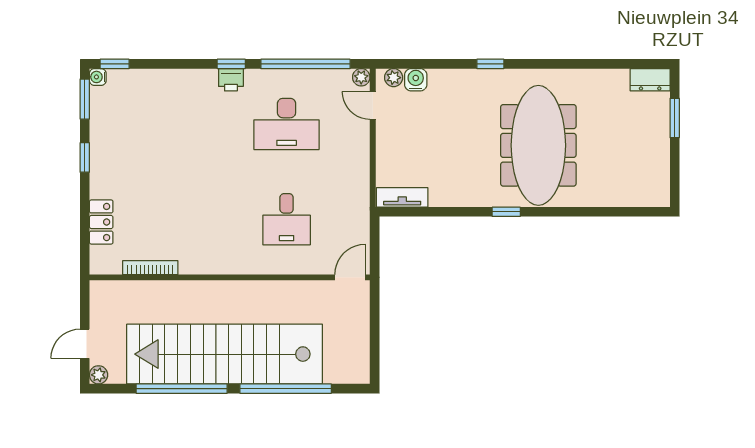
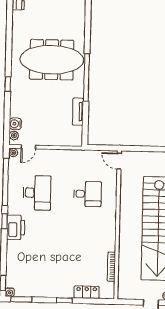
printer: (231, 80) -> (16, 227), width x1.87, depth x1.48
window: (85, 157) -> (64, 300), moved
tv unit: (402, 197) -> (78, 112), moved
window: (506, 212) -> (86, 78), width x3.17

